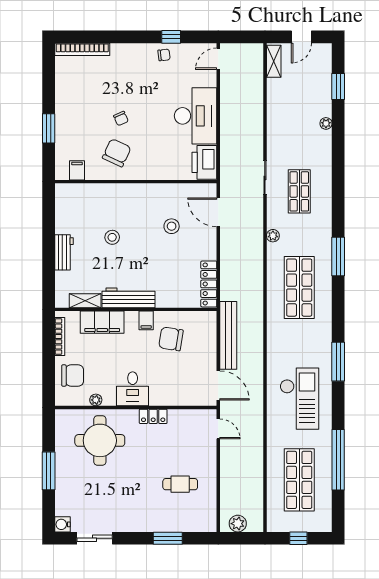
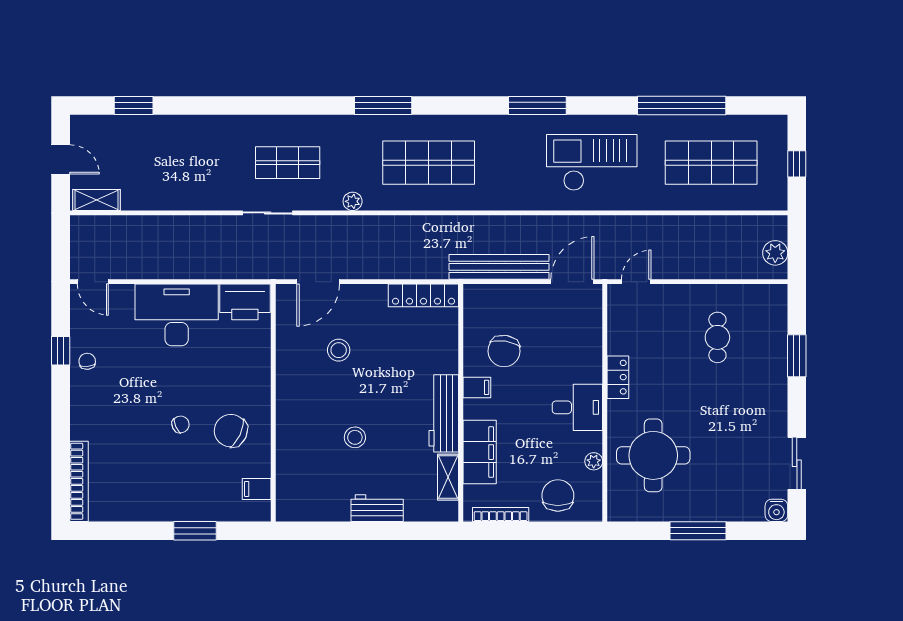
plant: (326, 123) -> (188, 123), removed

